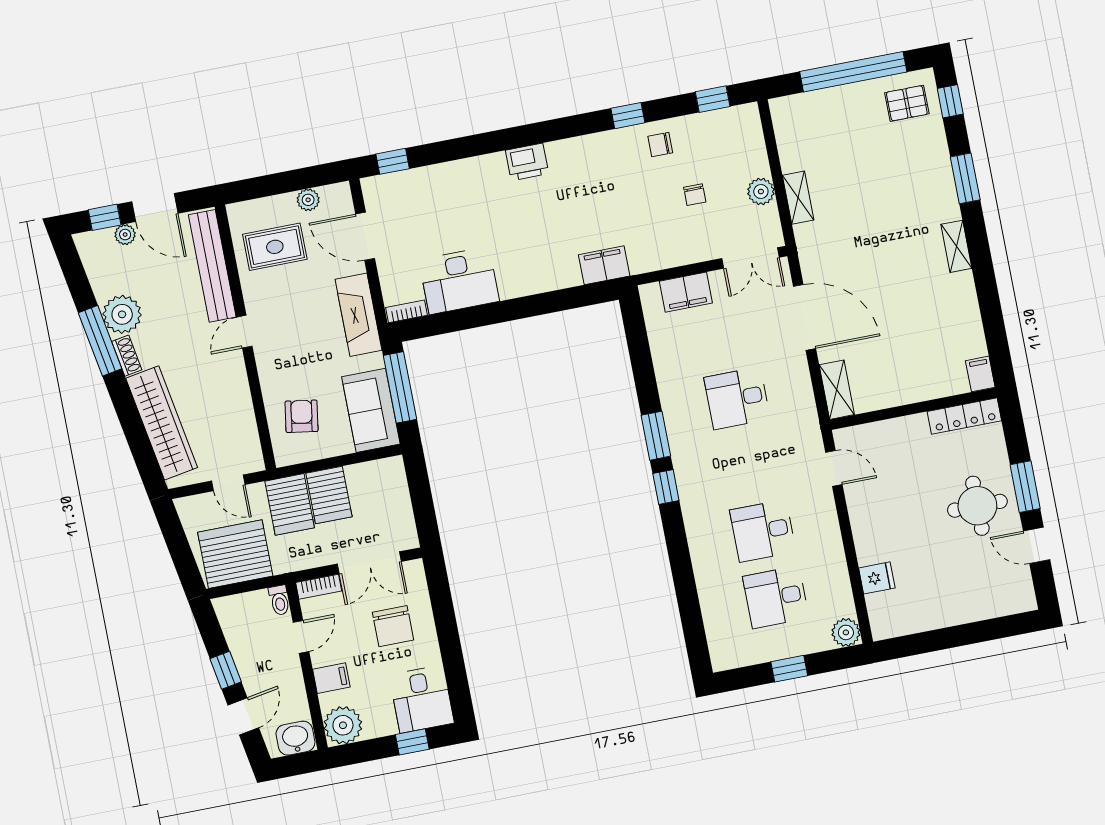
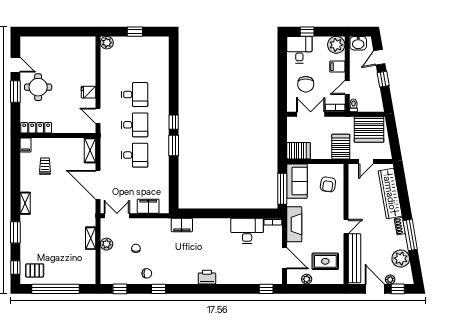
plant: (122, 314) -> (401, 259), moved
trolley: (929, 336) -> (45, 166), added
door: (228, 483) -> (366, 161), swing flipped
server rack: (329, 495) -> (299, 151), moved, turned 90
fridge: (877, 578) -> (89, 92), moved
desk: (776, 597) -> (135, 125), moved
chair: (393, 626) -> (306, 84), turned 180

